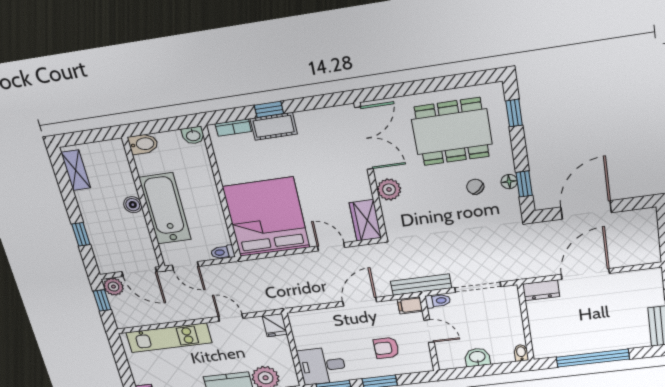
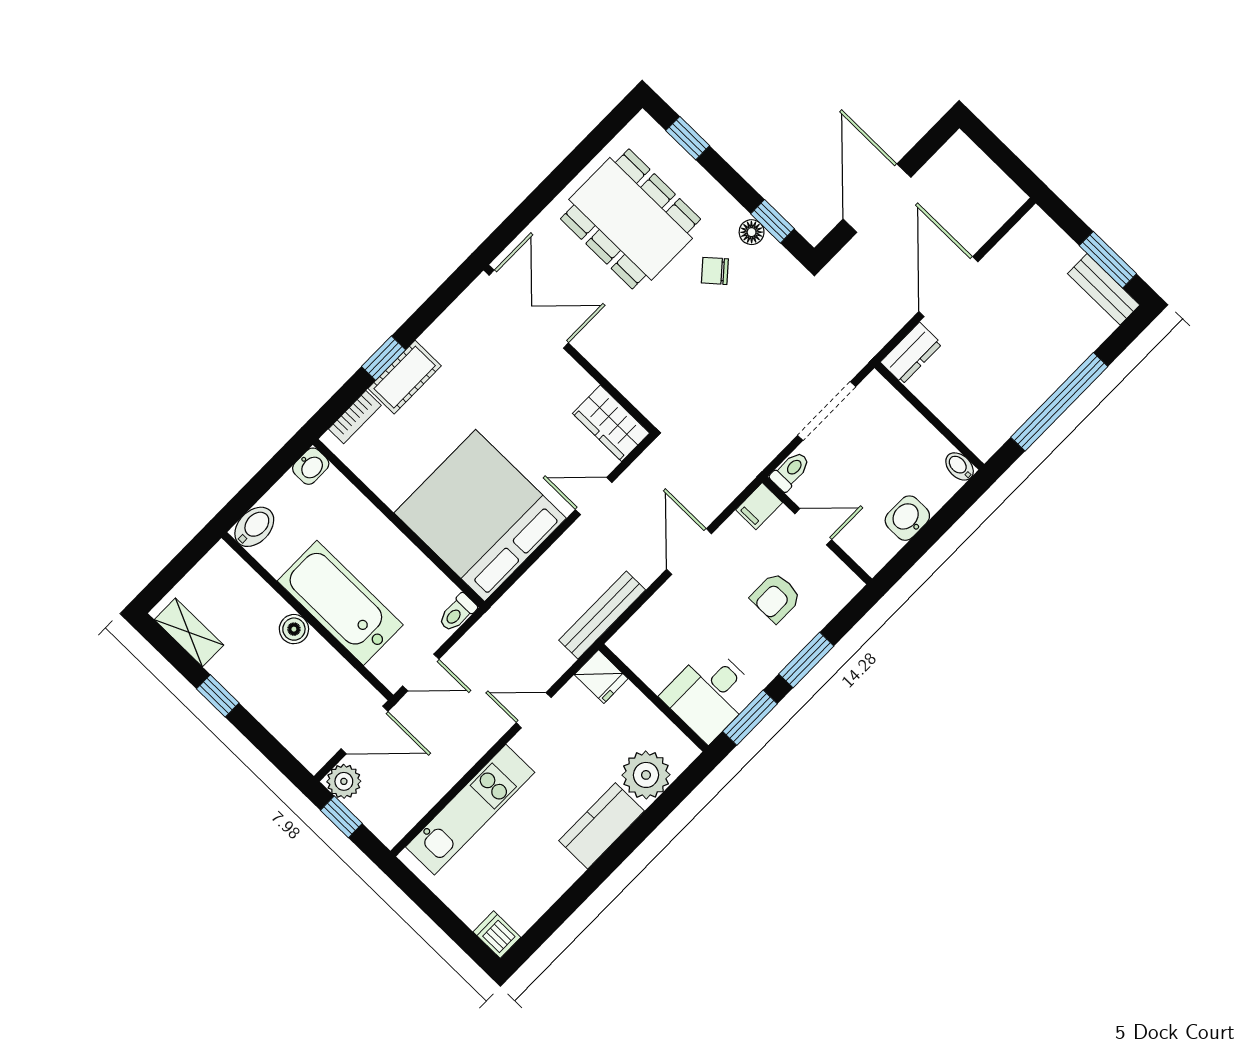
dining table: (452, 132) -> (631, 219), turned 90
plant: (389, 189) -> (610, 356), removed
window: (81, 234) -> (218, 696), moved
bench: (421, 285) -> (602, 615), moved

